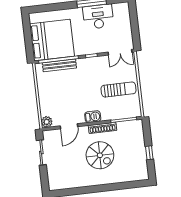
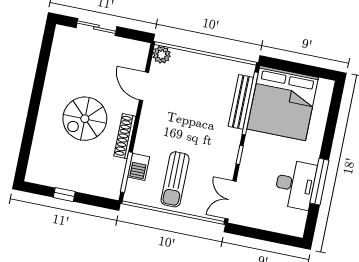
barbecue: (93, 117) -> (139, 167), moved
sliding door: (41, 152) -> (96, 27), moved

